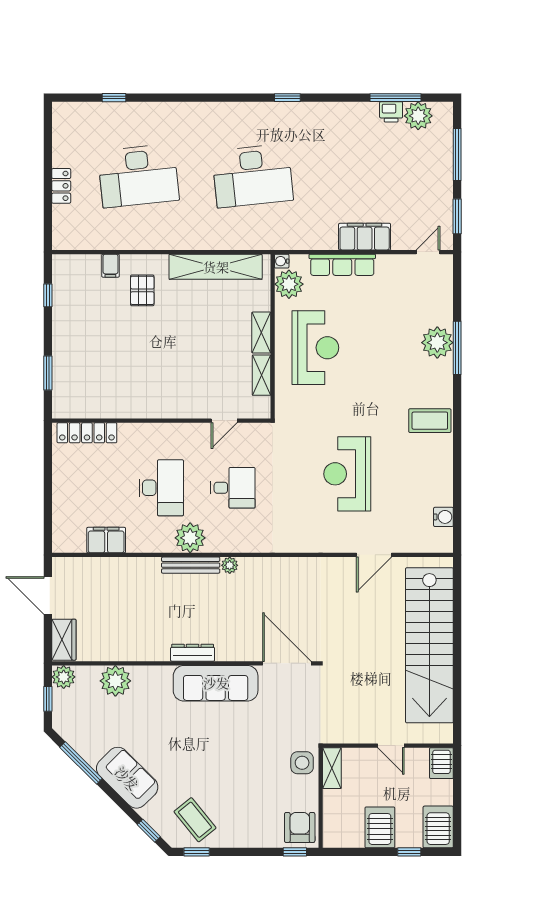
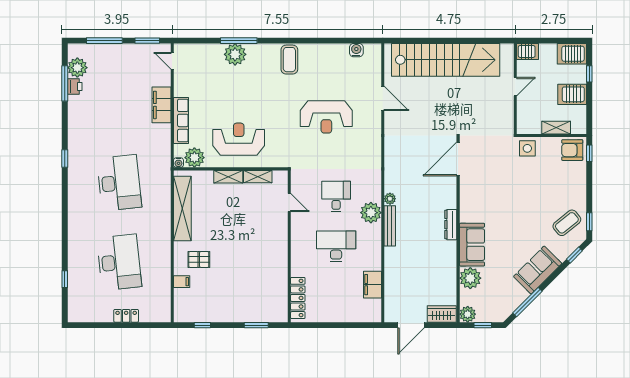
plant: (190, 538) -> (371, 213), moved
sofa: (216, 683) -> (472, 245), moved, width x0.73
shelving: (332, 768) -> (556, 128), moved

